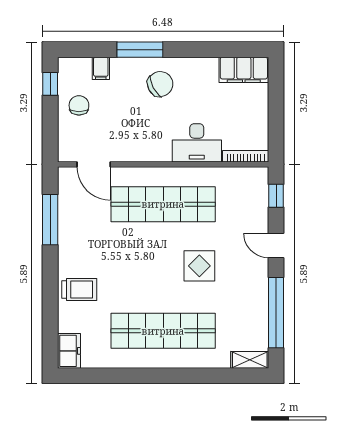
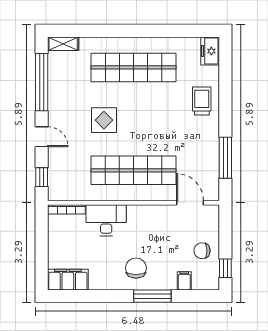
chair: (160, 84) -> (136, 268), turned 118
chair: (79, 105) -> (202, 251), turned 90
trolley: (79, 290) -> (202, 101), turned 90

